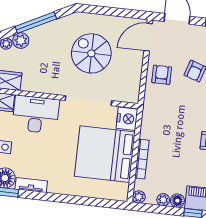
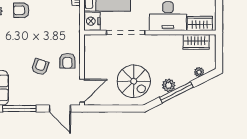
plant: (21, 41) -> (169, 85), moved
spiral stairs: (91, 53) -> (134, 81), moved

